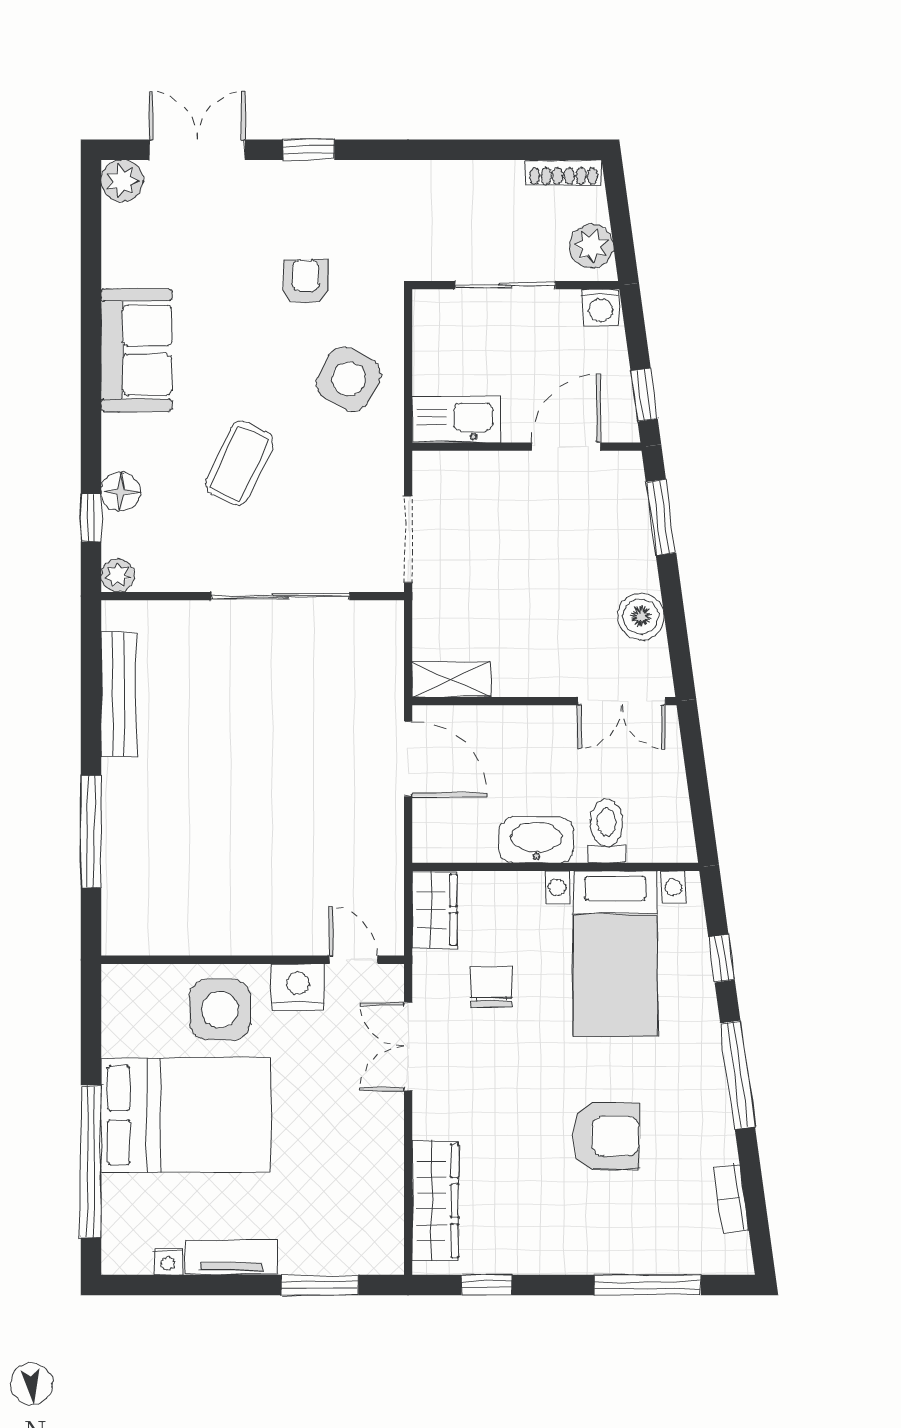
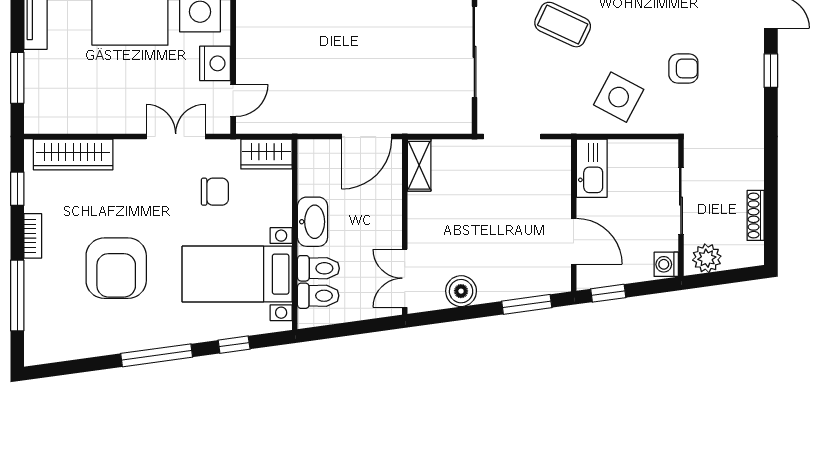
shoe rack: (563, 173) -> (756, 215), moved
toilet: (648, 832) -> (318, 296), added
armchair: (606, 1136) -> (116, 268), width x1.36, depth x1.36
bookcase: (731, 1198) -> (33, 236), moved, turned 98

